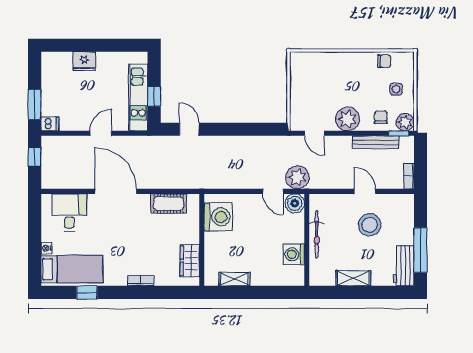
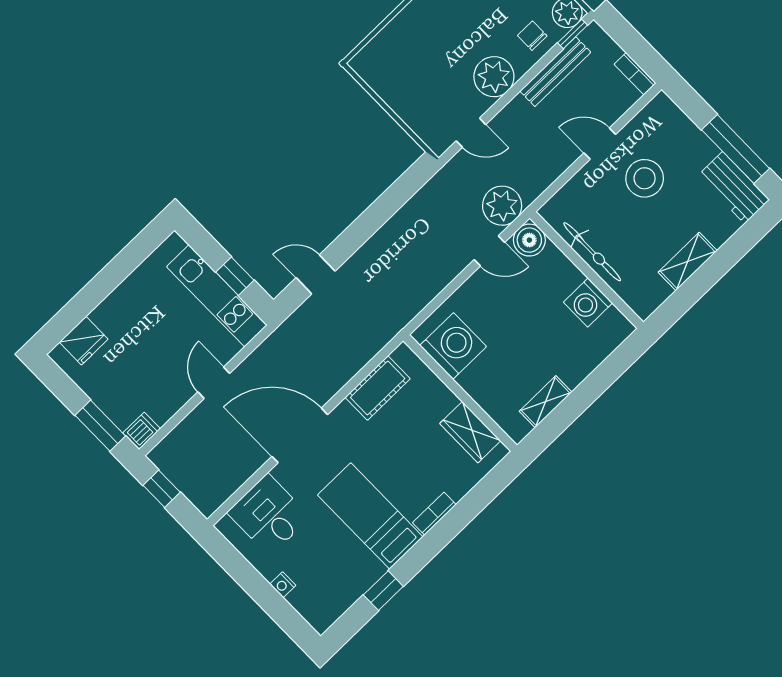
fridge: (84, 61) -> (84, 341), moved
bed: (72, 269) -> (370, 516), moved, turned -90

